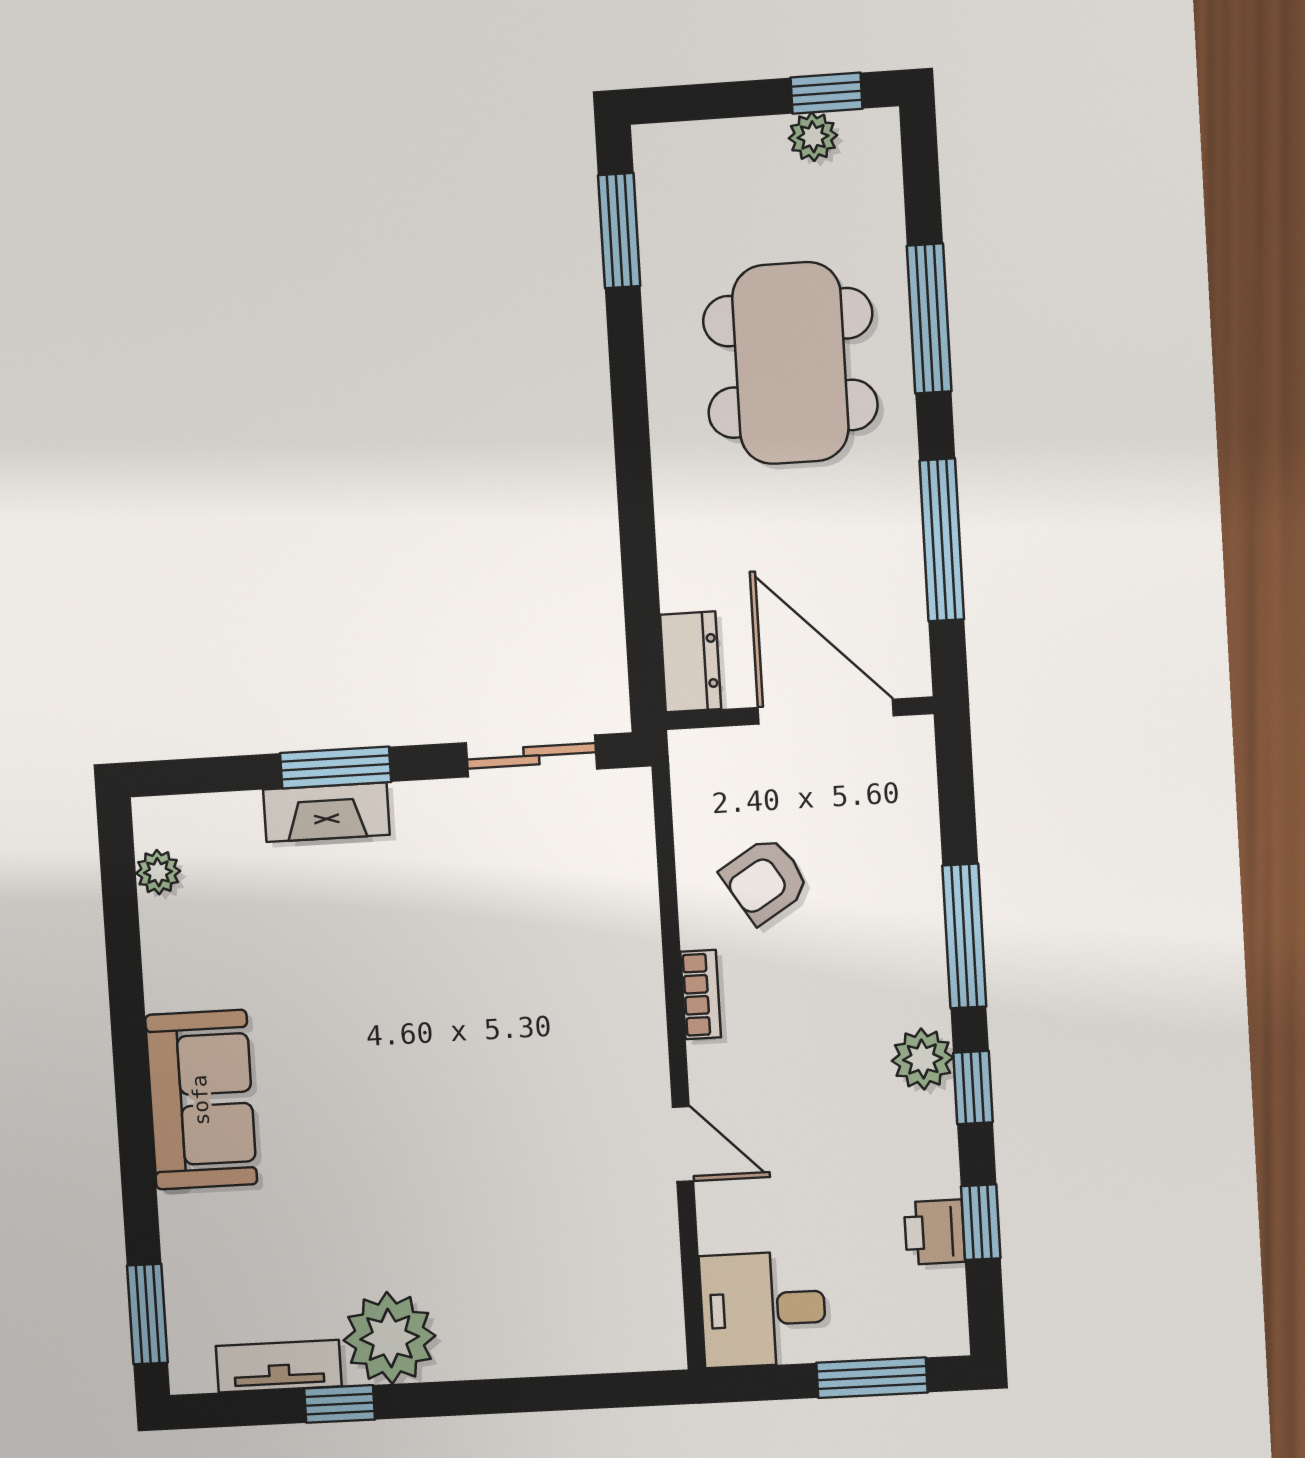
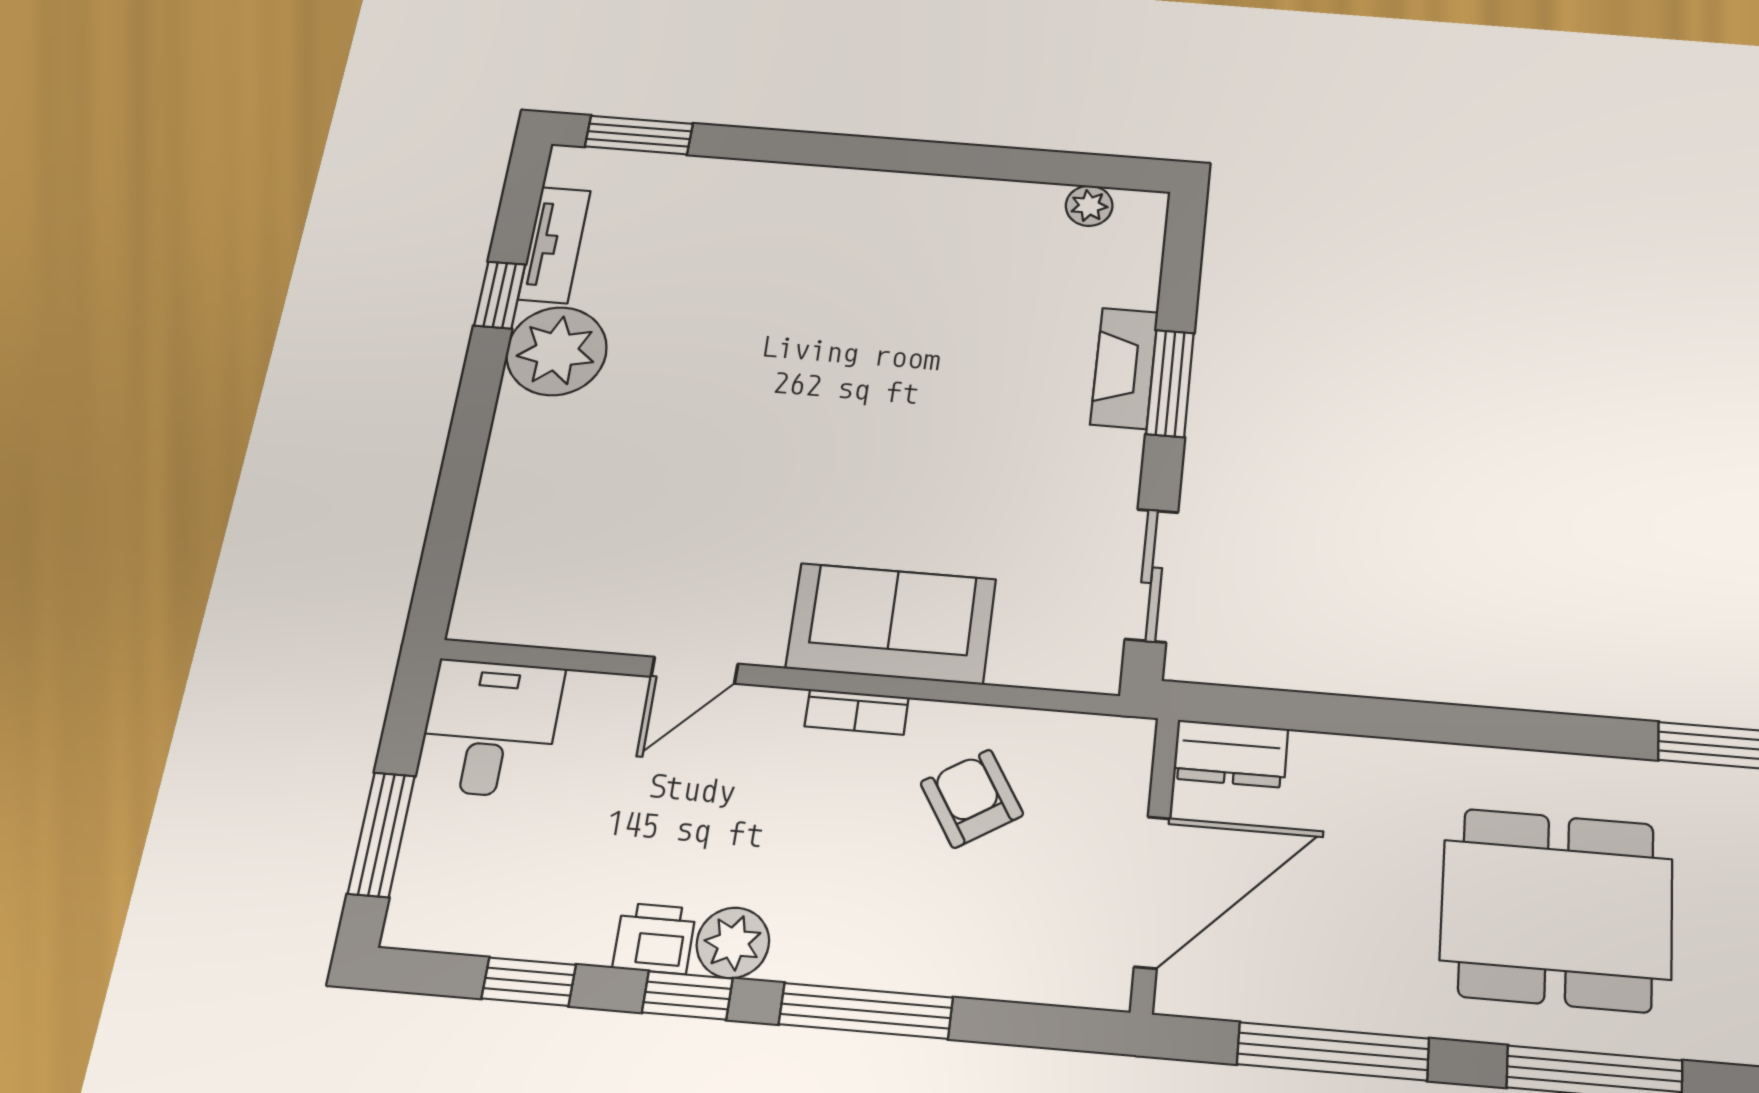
sofa: (201, 1100) -> (891, 624), moved, turned 180
printer: (934, 1232) -> (654, 938), moved

